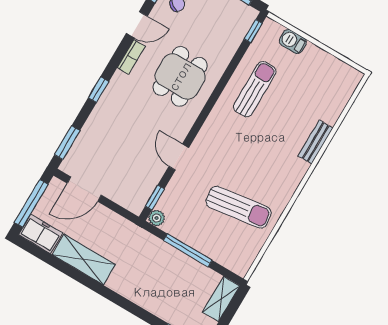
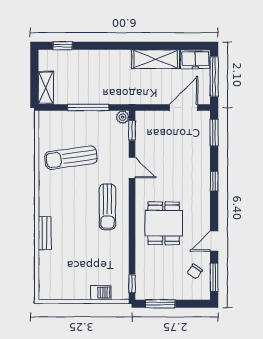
bookcase: (131, 57) -> (205, 217), removed
sun lounger: (255, 89) -> (107, 207), moved

